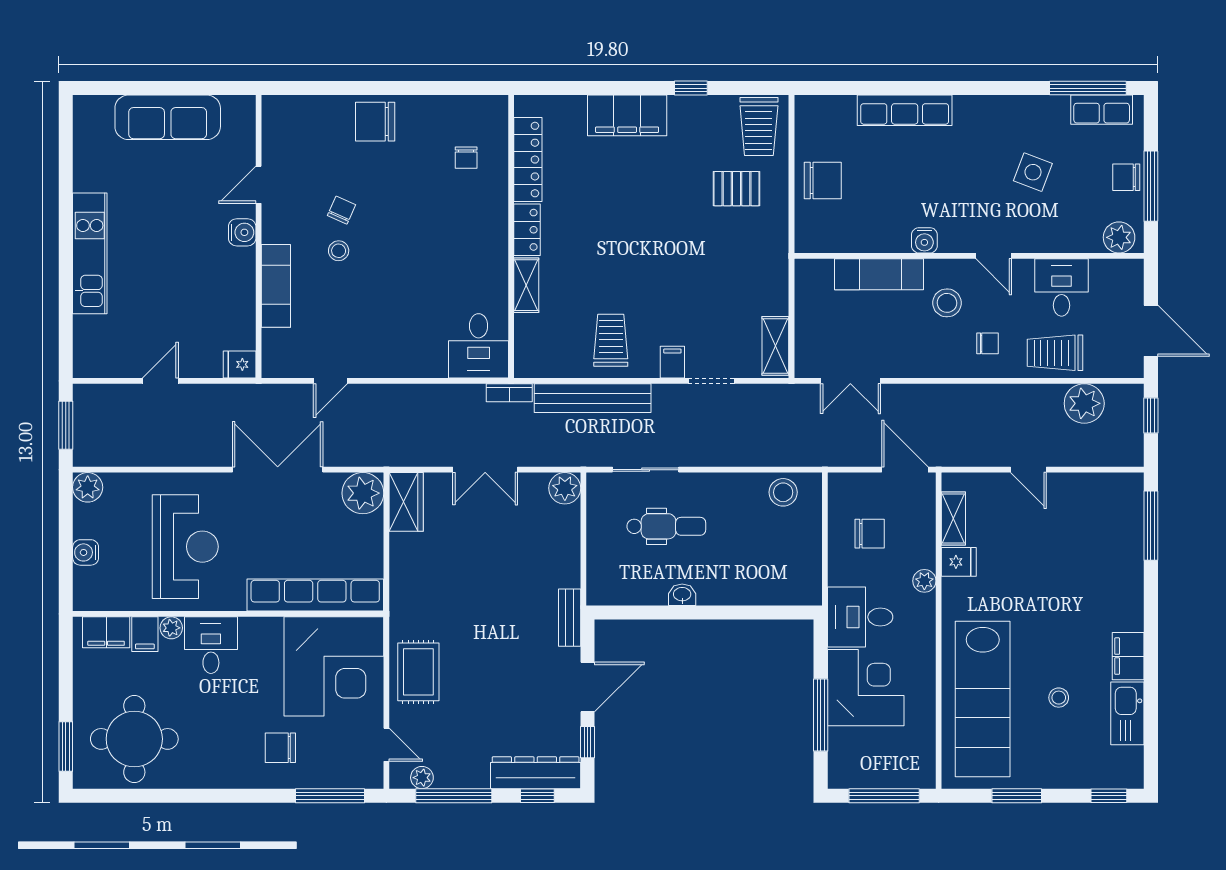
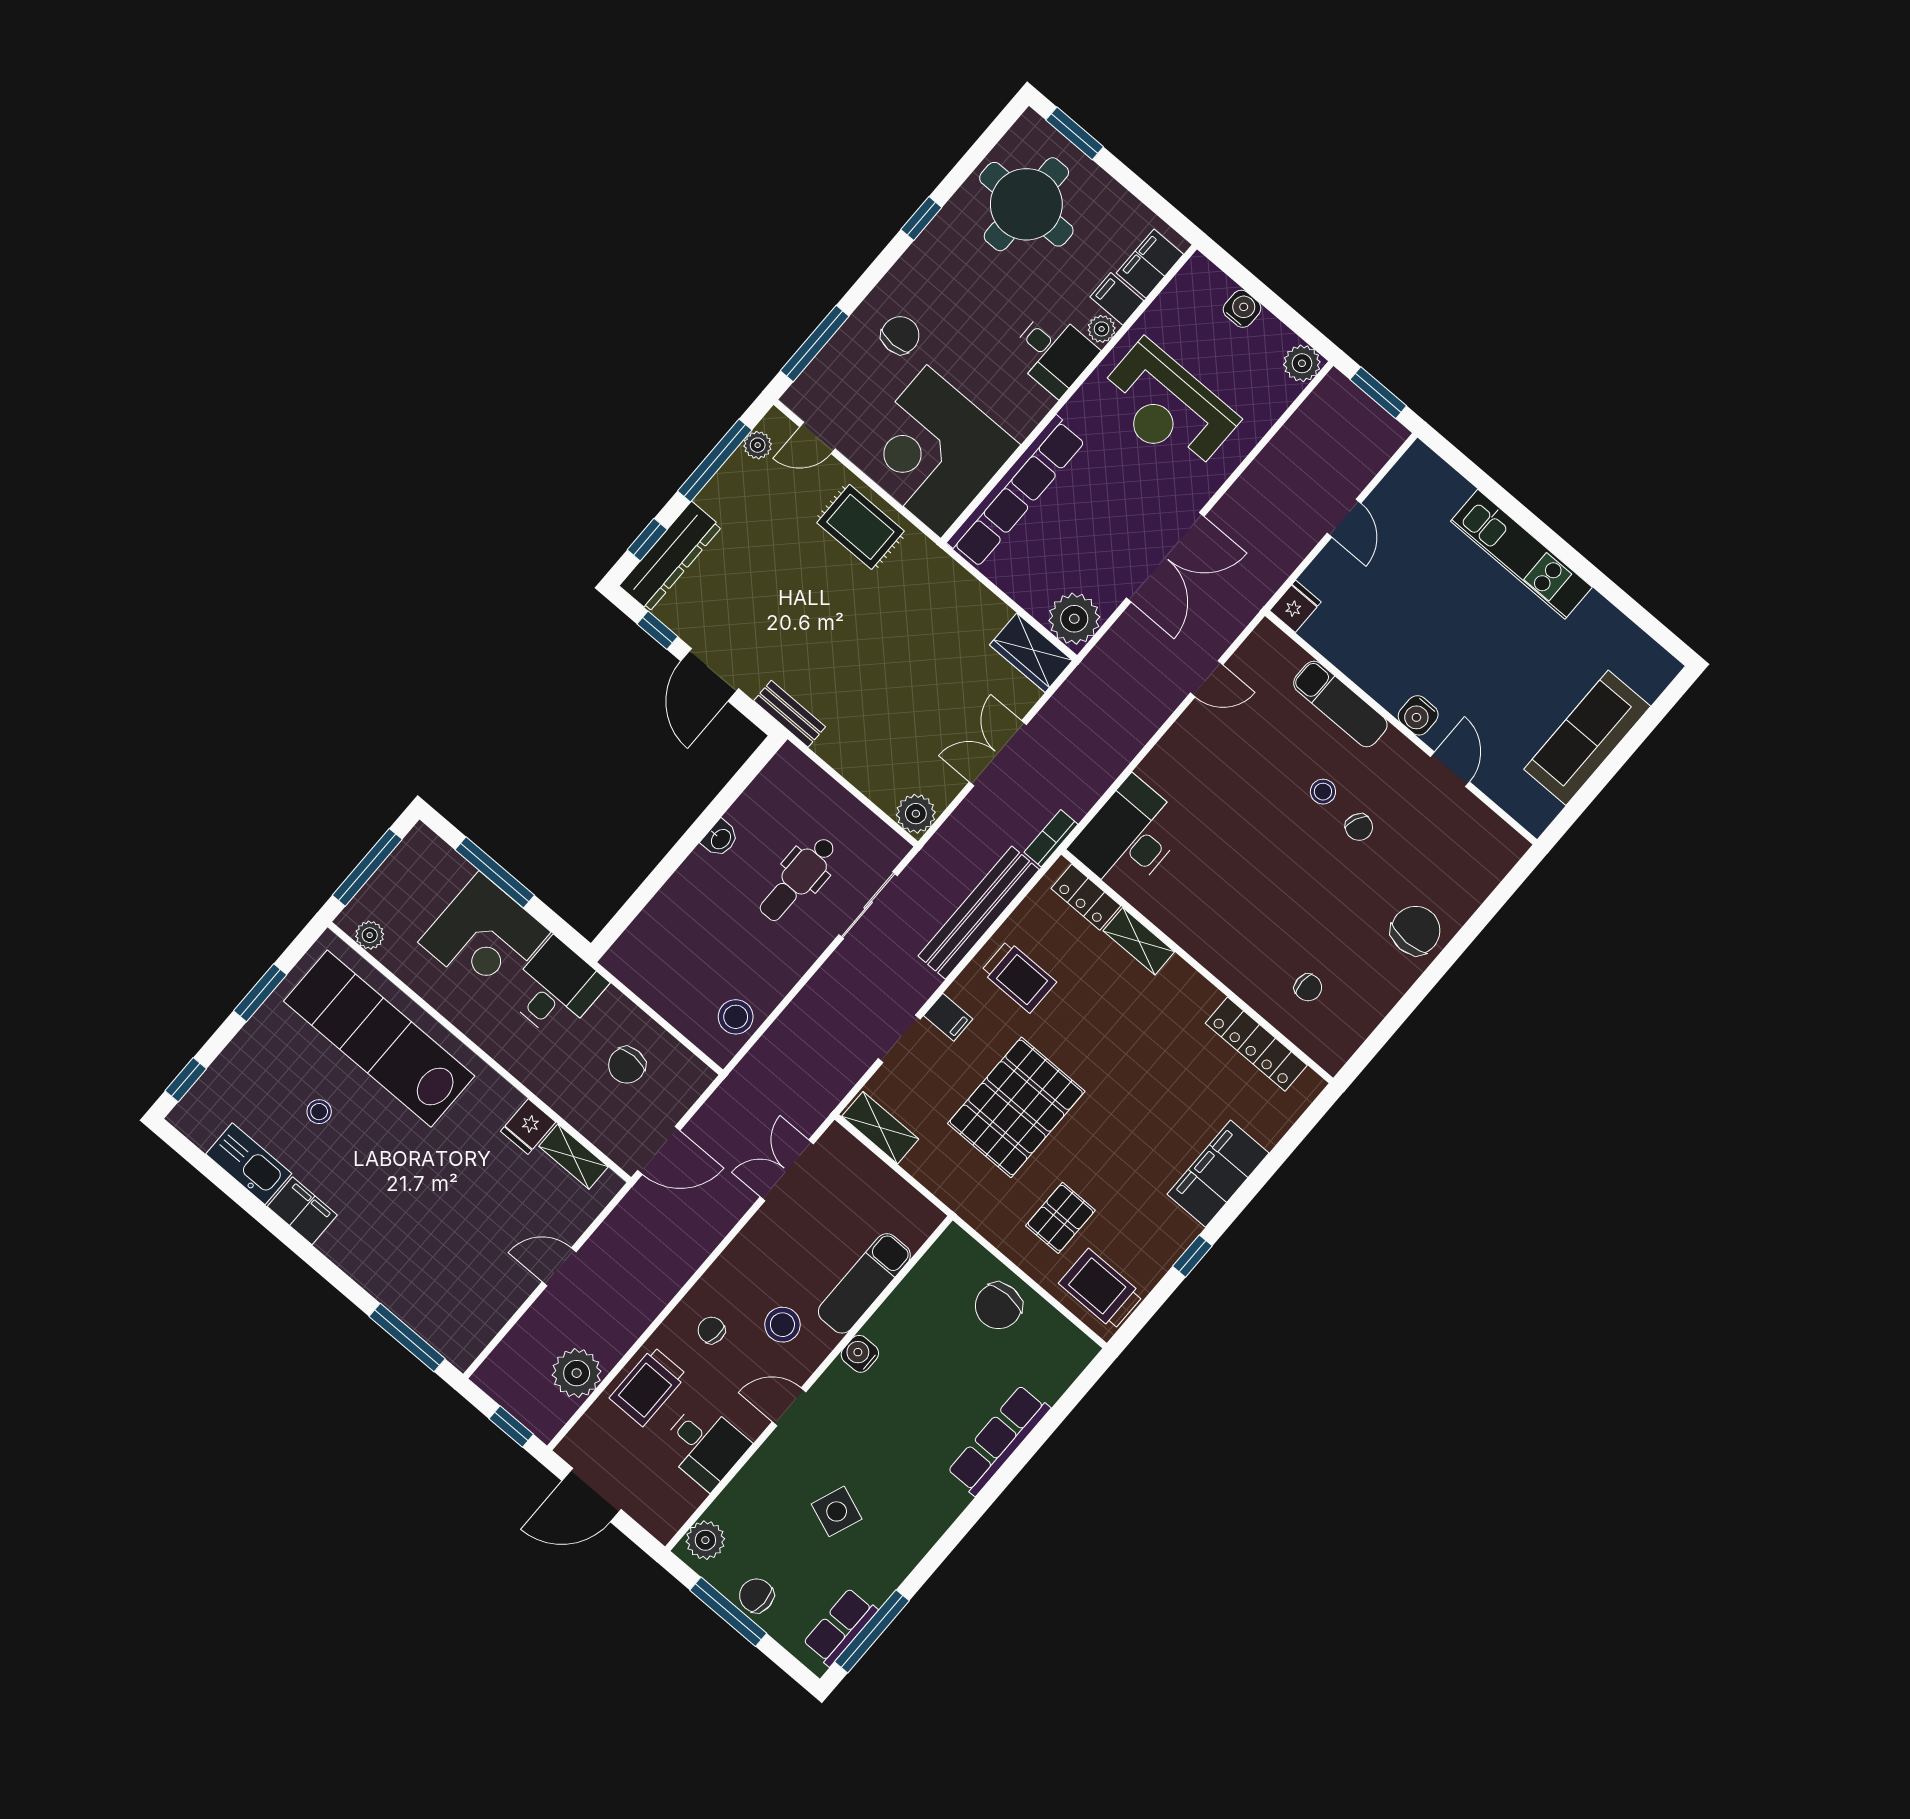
chair: (466, 158) -> (1308, 987), turned 180
chair: (1126, 177) -> (757, 1596), turned -90
locker: (527, 230) -> (1086, 897), moved
pallet: (692, 273) -> (1016, 1107), added
chair: (987, 343) -> (711, 1330), turned 98
desk: (479, 346) -> (1129, 837), width x1.37
trolley: (1055, 353) -> (648, 1386), turned 180
door: (330, 381) -> (1207, 679), swing flipped
plant: (924, 581) -> (370, 935), moved
window: (198, 796) -> (921, 219), added

